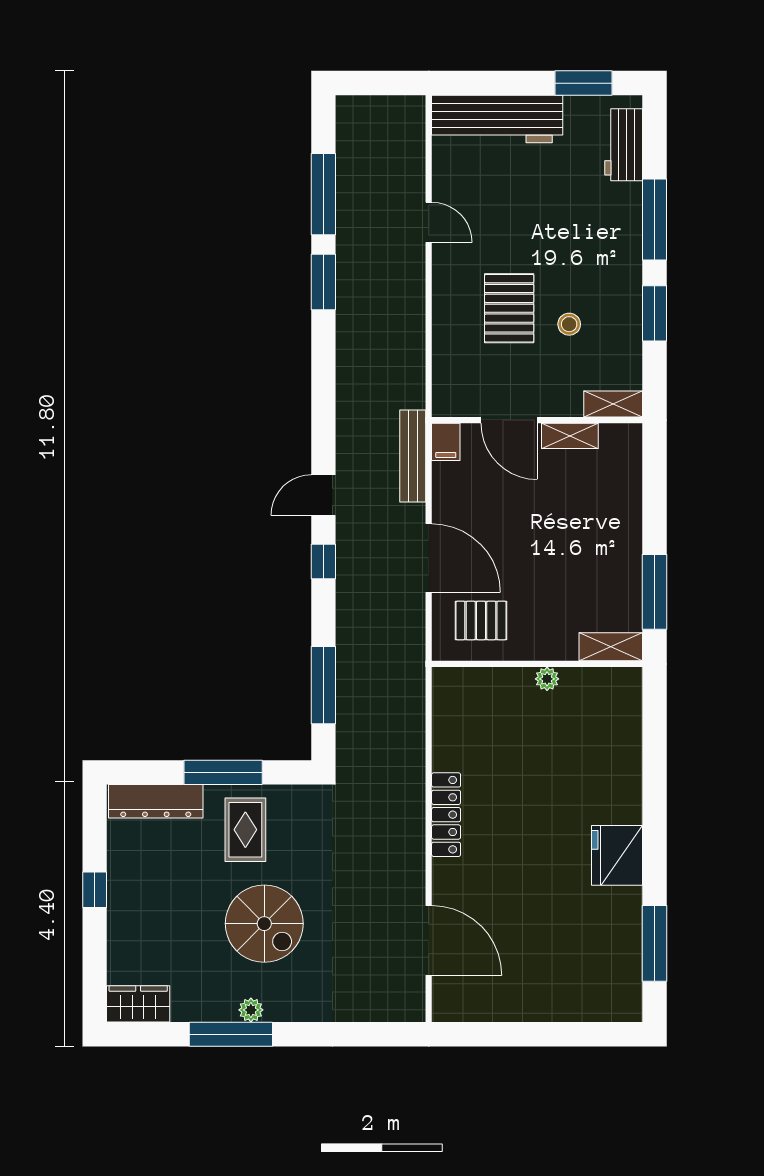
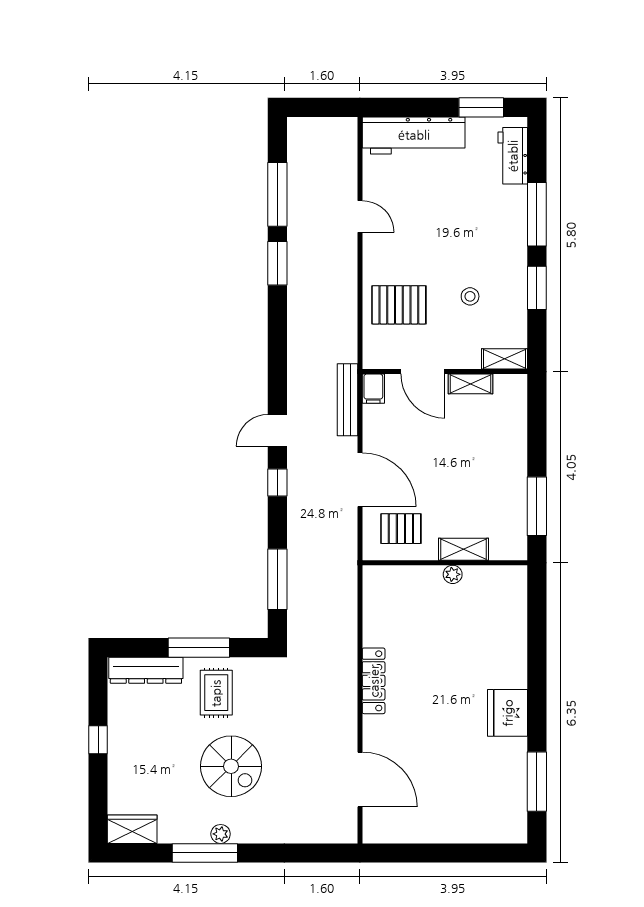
pallet: (509, 308) -> (399, 305), moved, turned 90
shelving: (611, 647) -> (464, 549), moved

